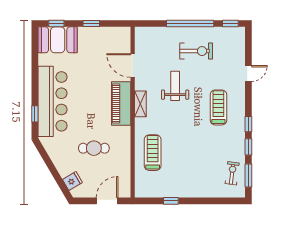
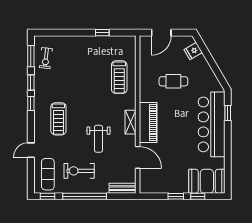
window: (56, 24) -> (198, 196), moved
bench: (149, 32) -> (122, 188), added
exercise mat: (230, 47) -> (48, 174), added

